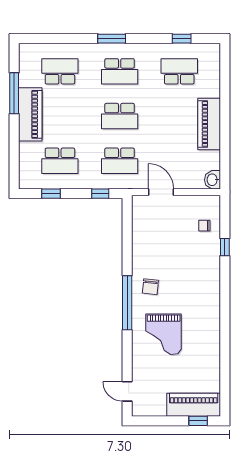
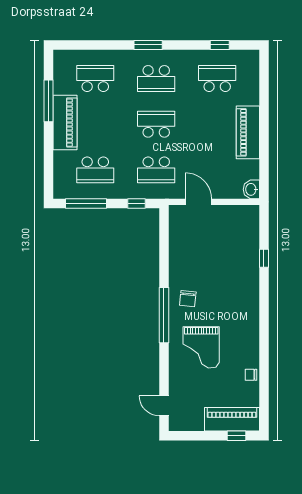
school desk: (120, 116) -> (156, 124), turned 180
window: (51, 194) -> (86, 203), width x2.17
chair: (204, 226) -> (251, 375), moved

